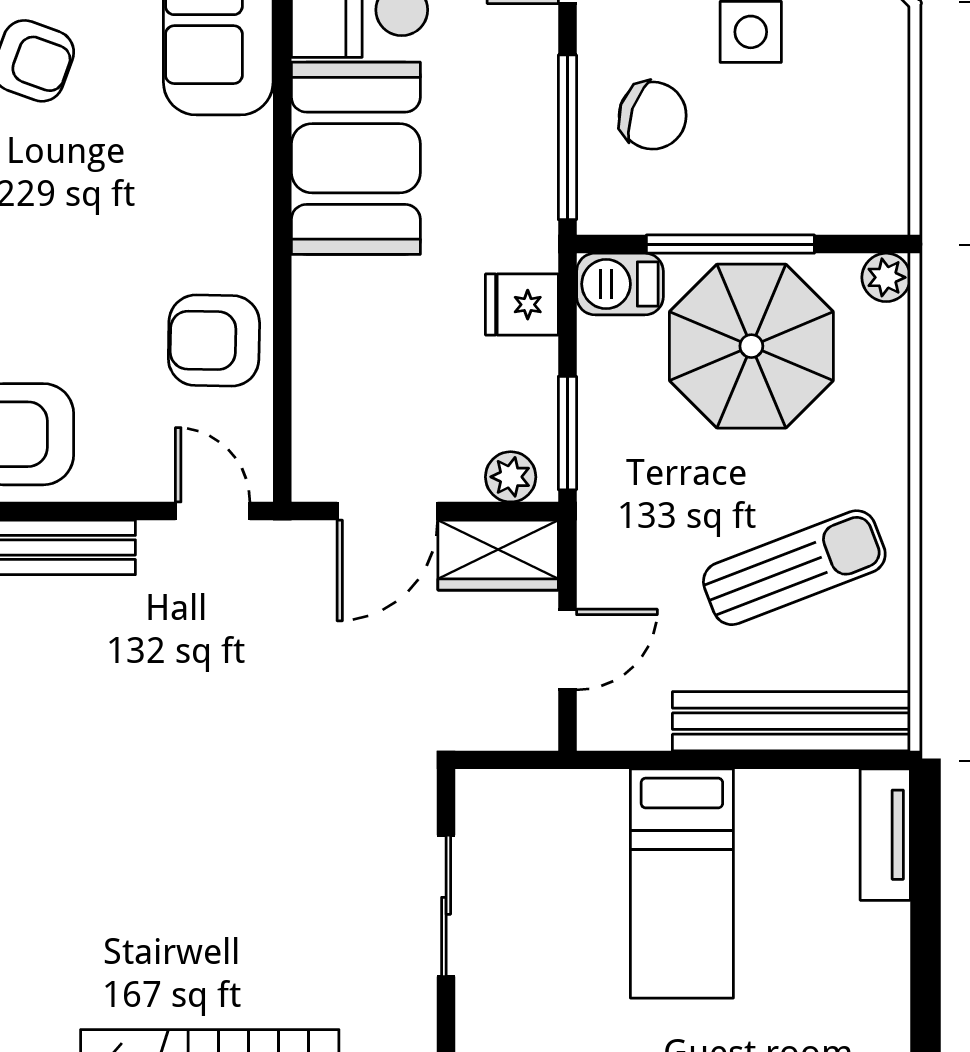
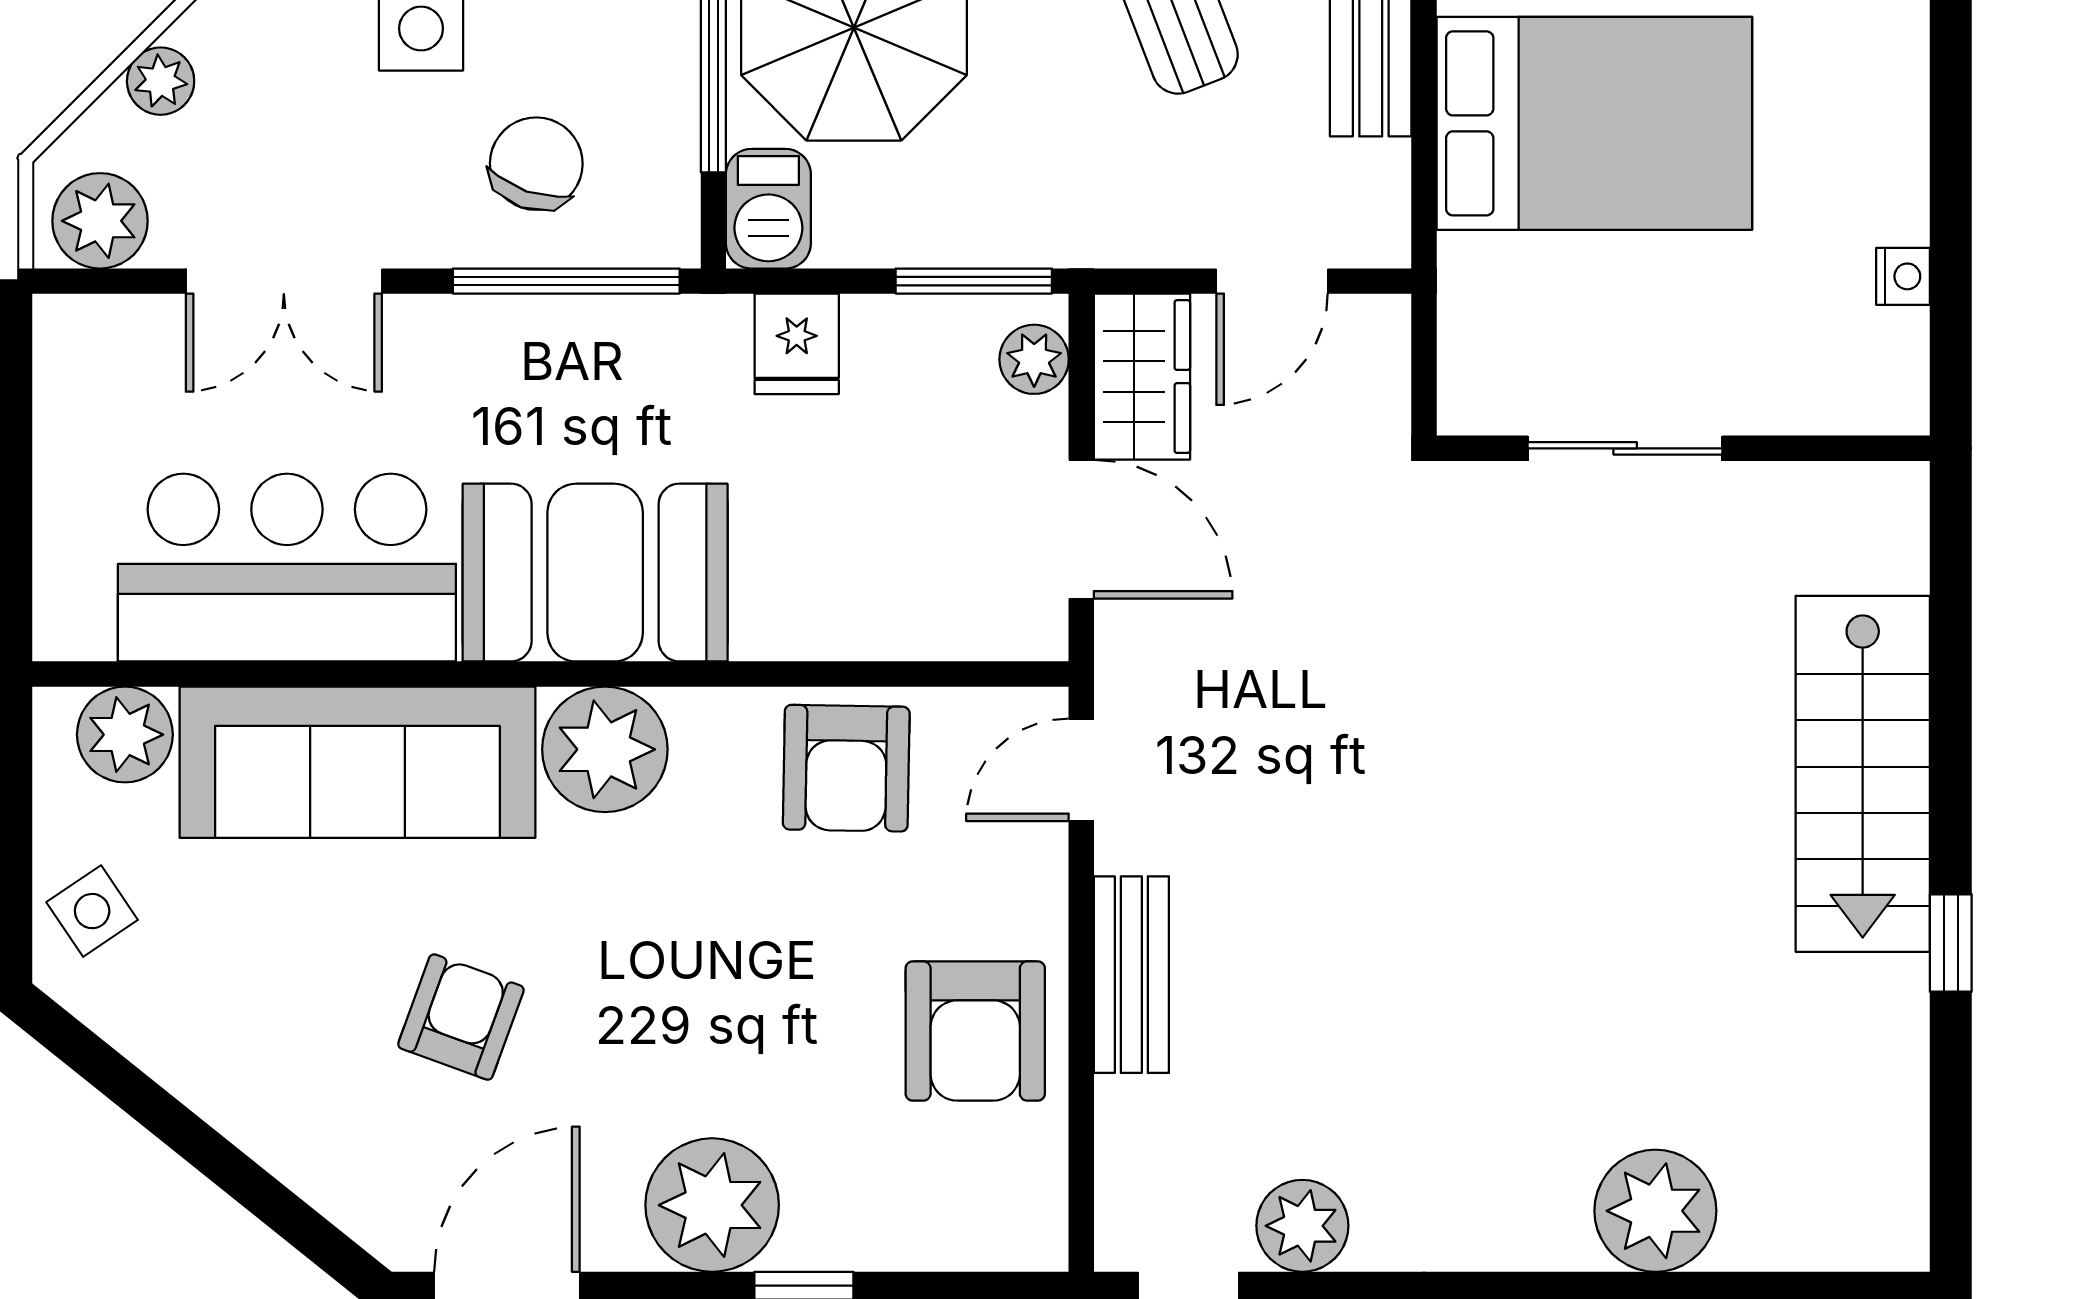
plant: (228, 165) -> (605, 749), added
door: (567, 650) -> (1272, 281), swing flipped
bed: (682, 884) -> (1594, 123), width x1.50

